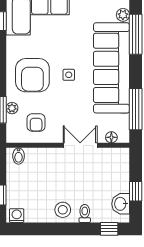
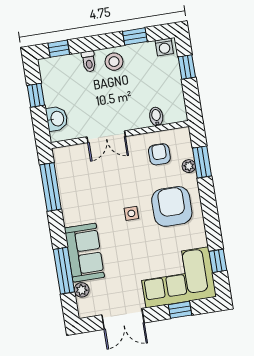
sofa: (111, 68) -> (84, 253), width x0.54, depth x0.79
floor lamp: (111, 137) -> (73, 151), removed
bidet: (19, 156) -> (156, 116), moved
washbasin: (121, 204) -> (57, 119), moved
window: (41, 229) -> (135, 36), added

